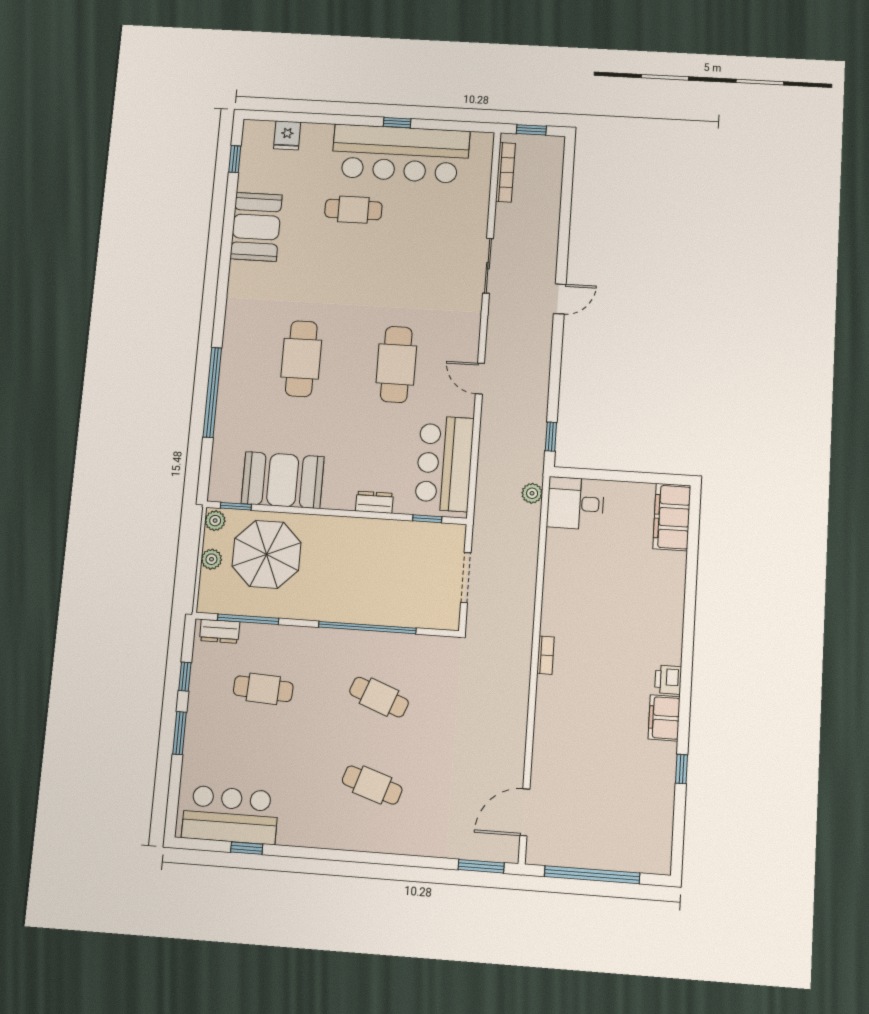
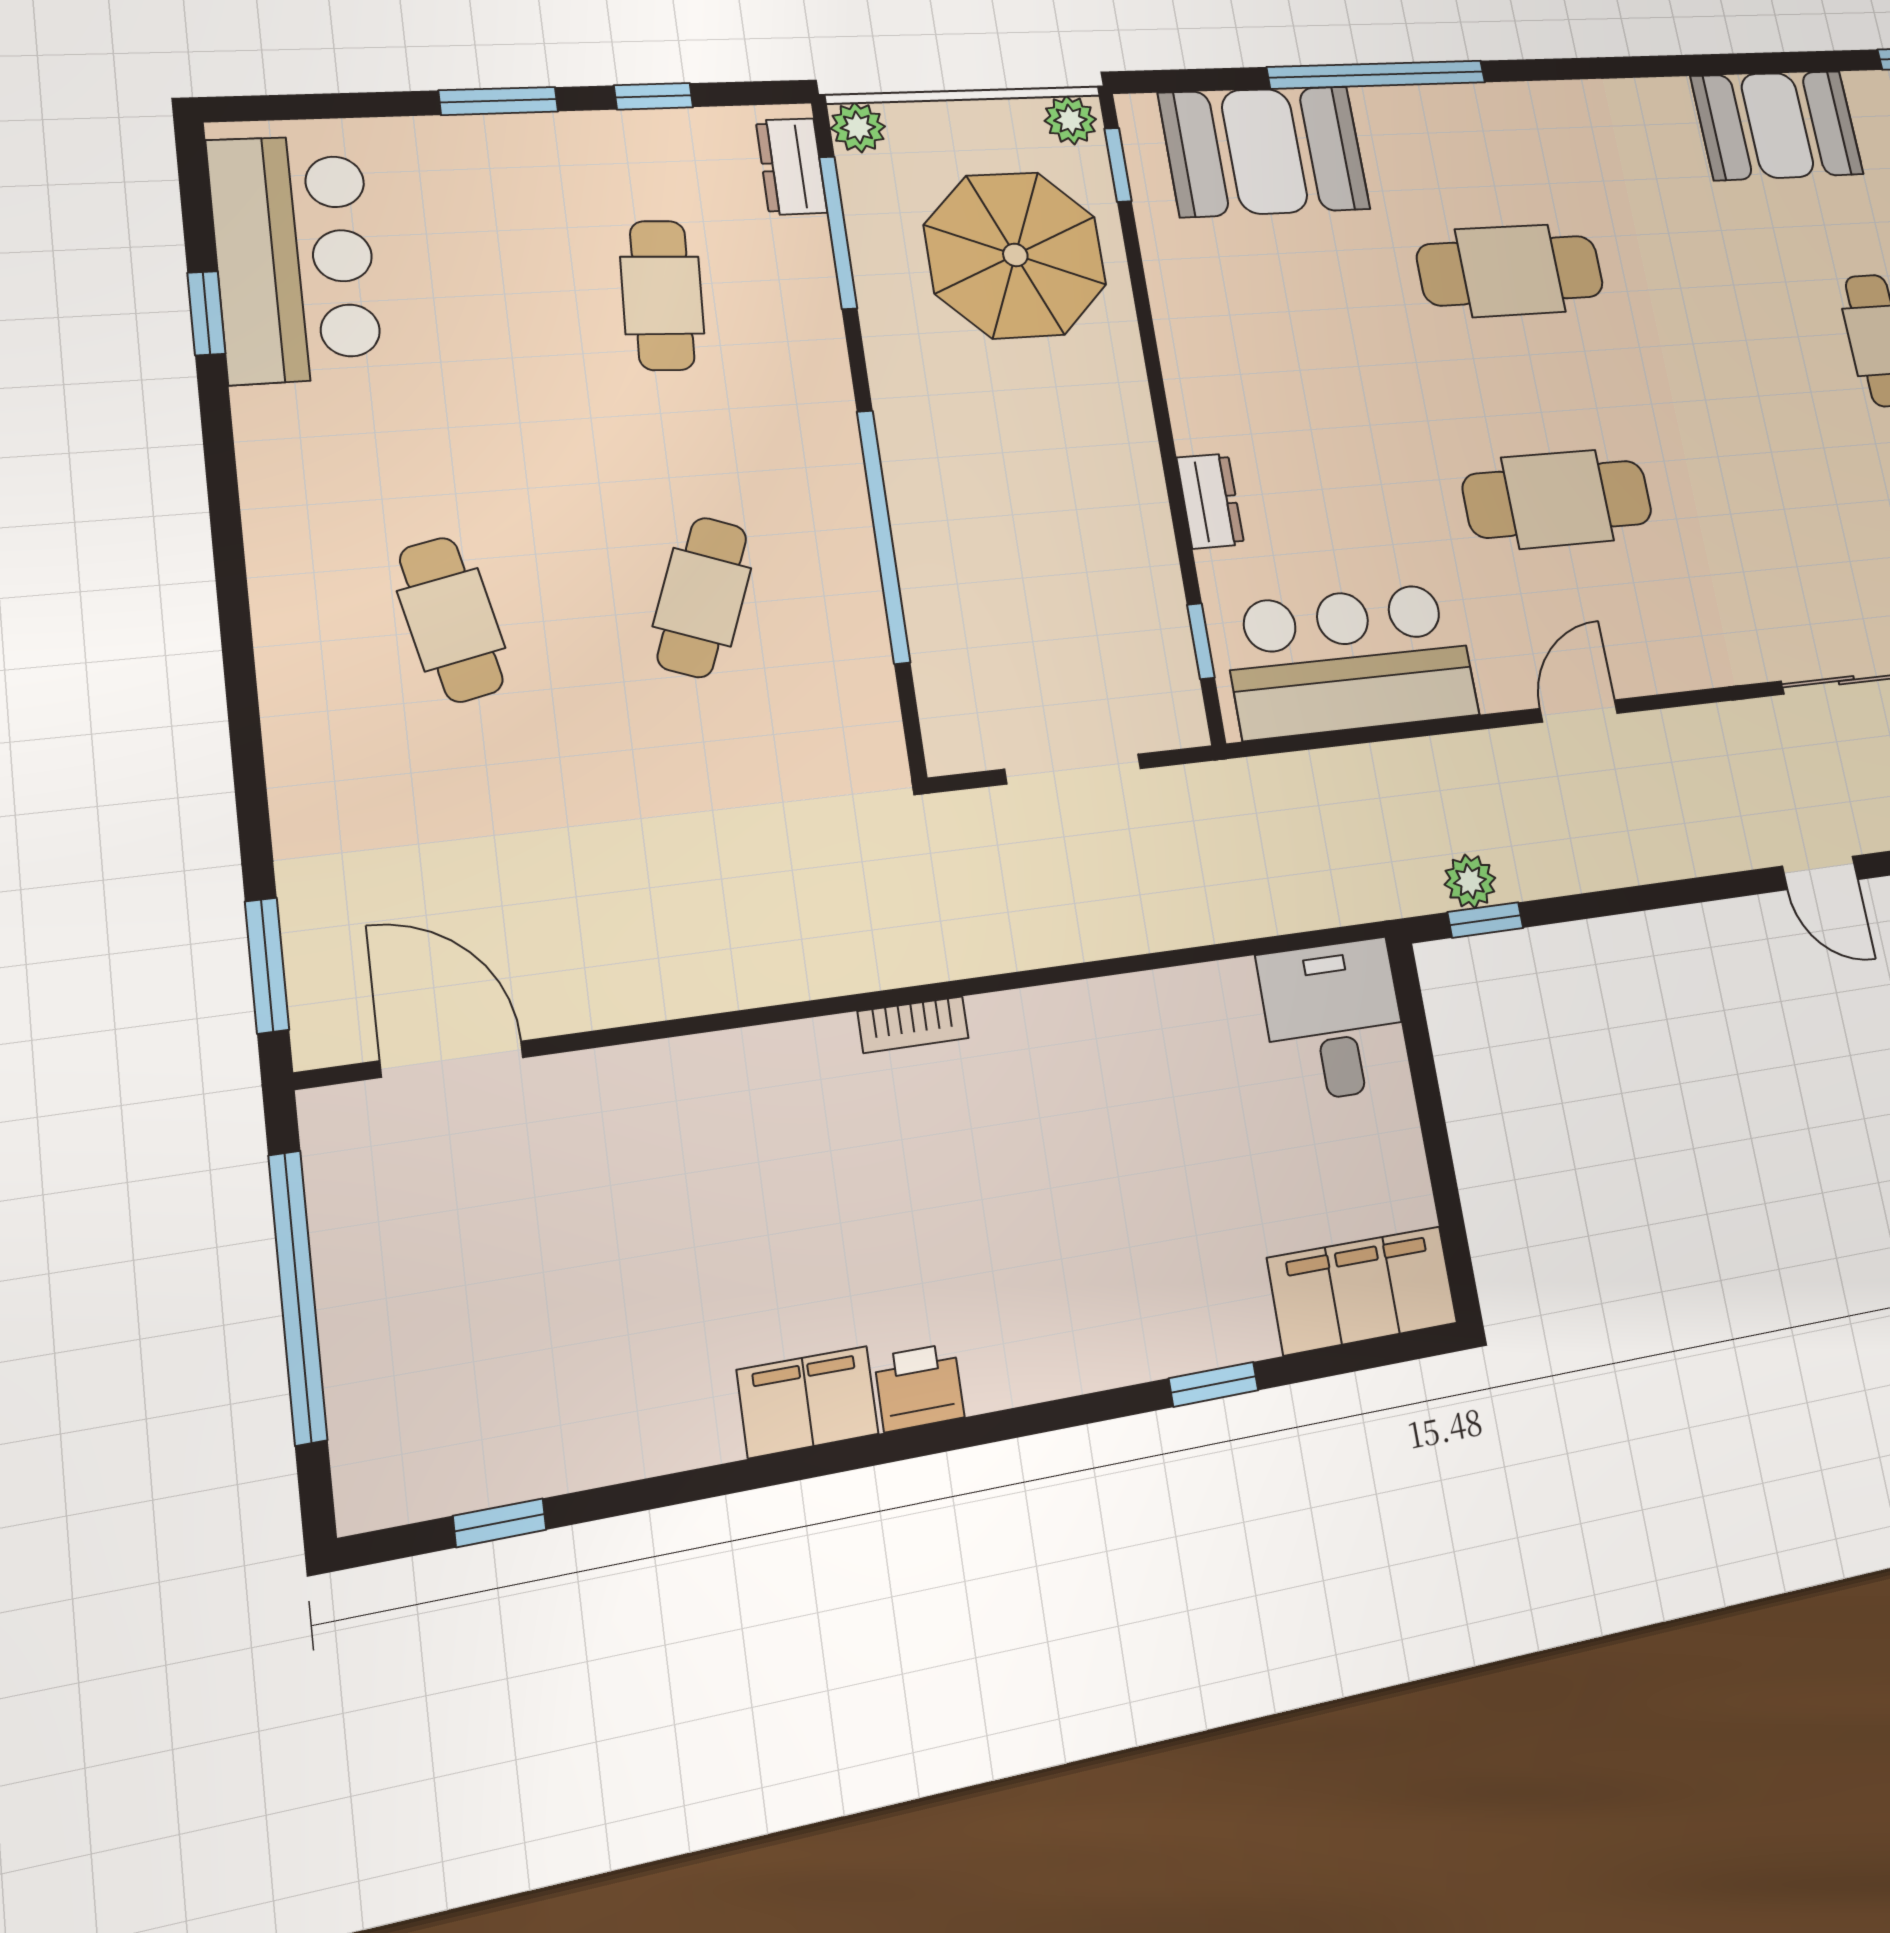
booth: (283, 480) -> (1264, 151), moved, turned 90
plant: (532, 493) -> (1470, 881), moved
plant: (211, 559) -> (858, 127), moved
window: (691, 578) -> (1214, 1384), added
window: (682, 769) -> (500, 1523), moved
cafe table: (372, 785) -> (451, 620), turned -30

